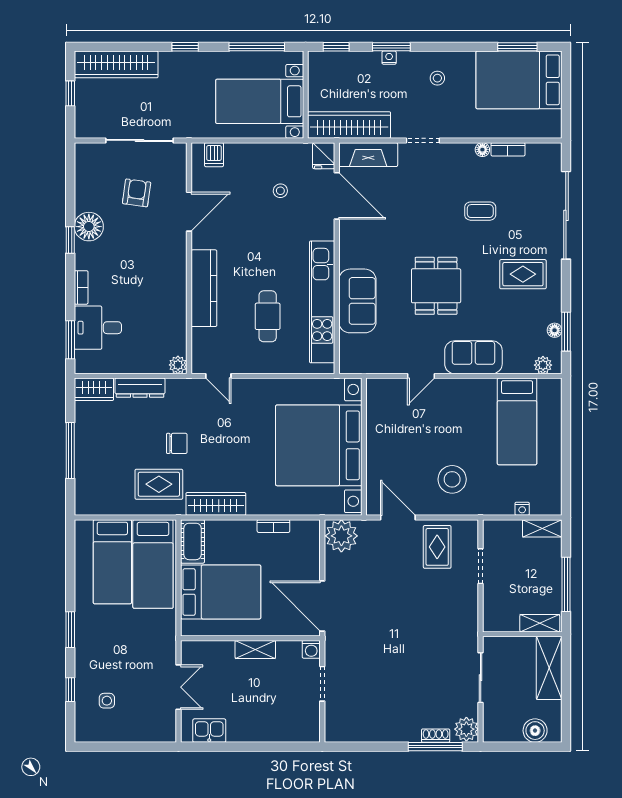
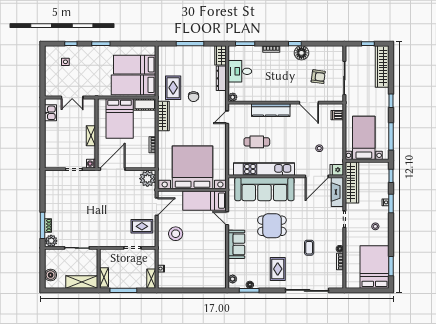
sofa: (357, 301) -> (264, 189), width x1.85, depth x1.27
desk: (98, 328) -> (240, 71), moved, turned -90
bed: (517, 421) -> (204, 201), moved

